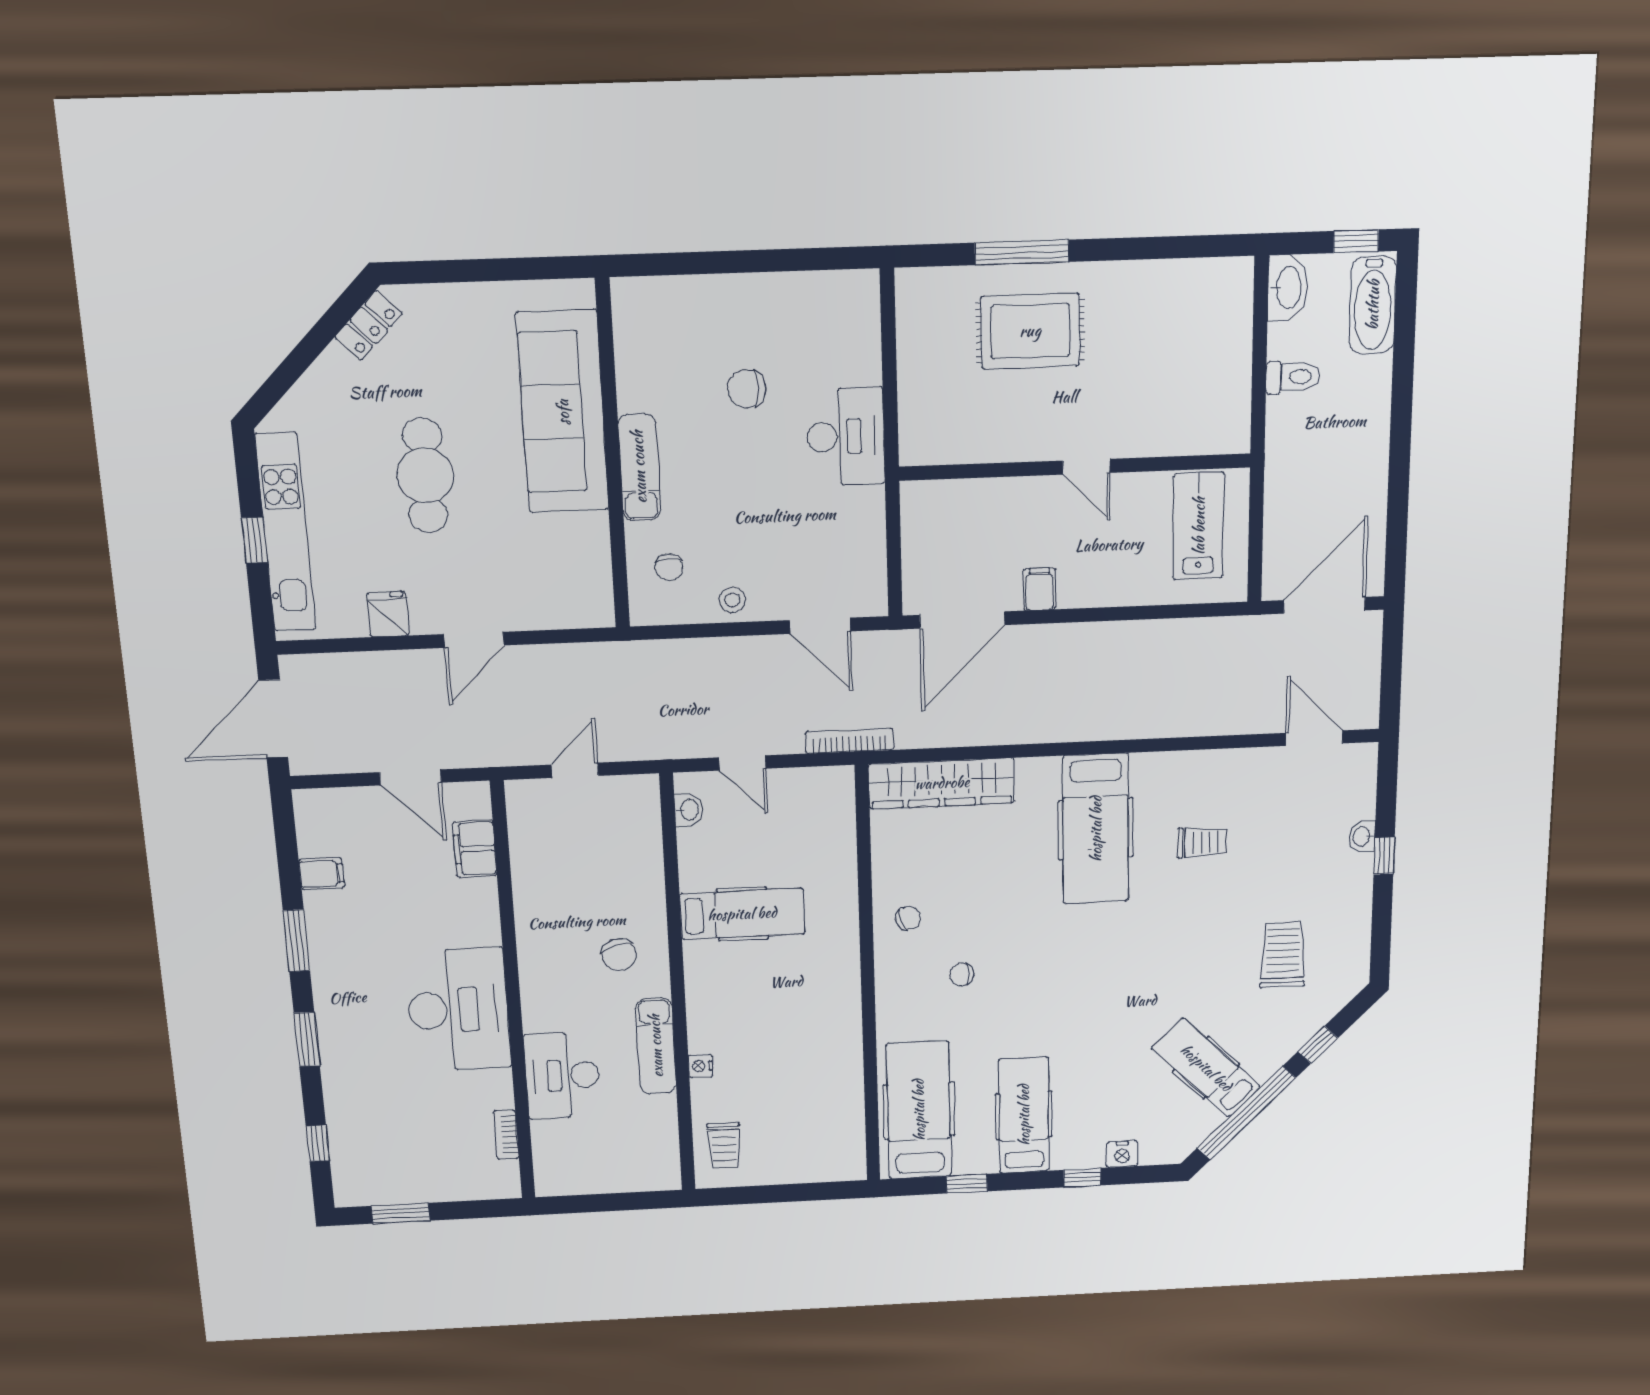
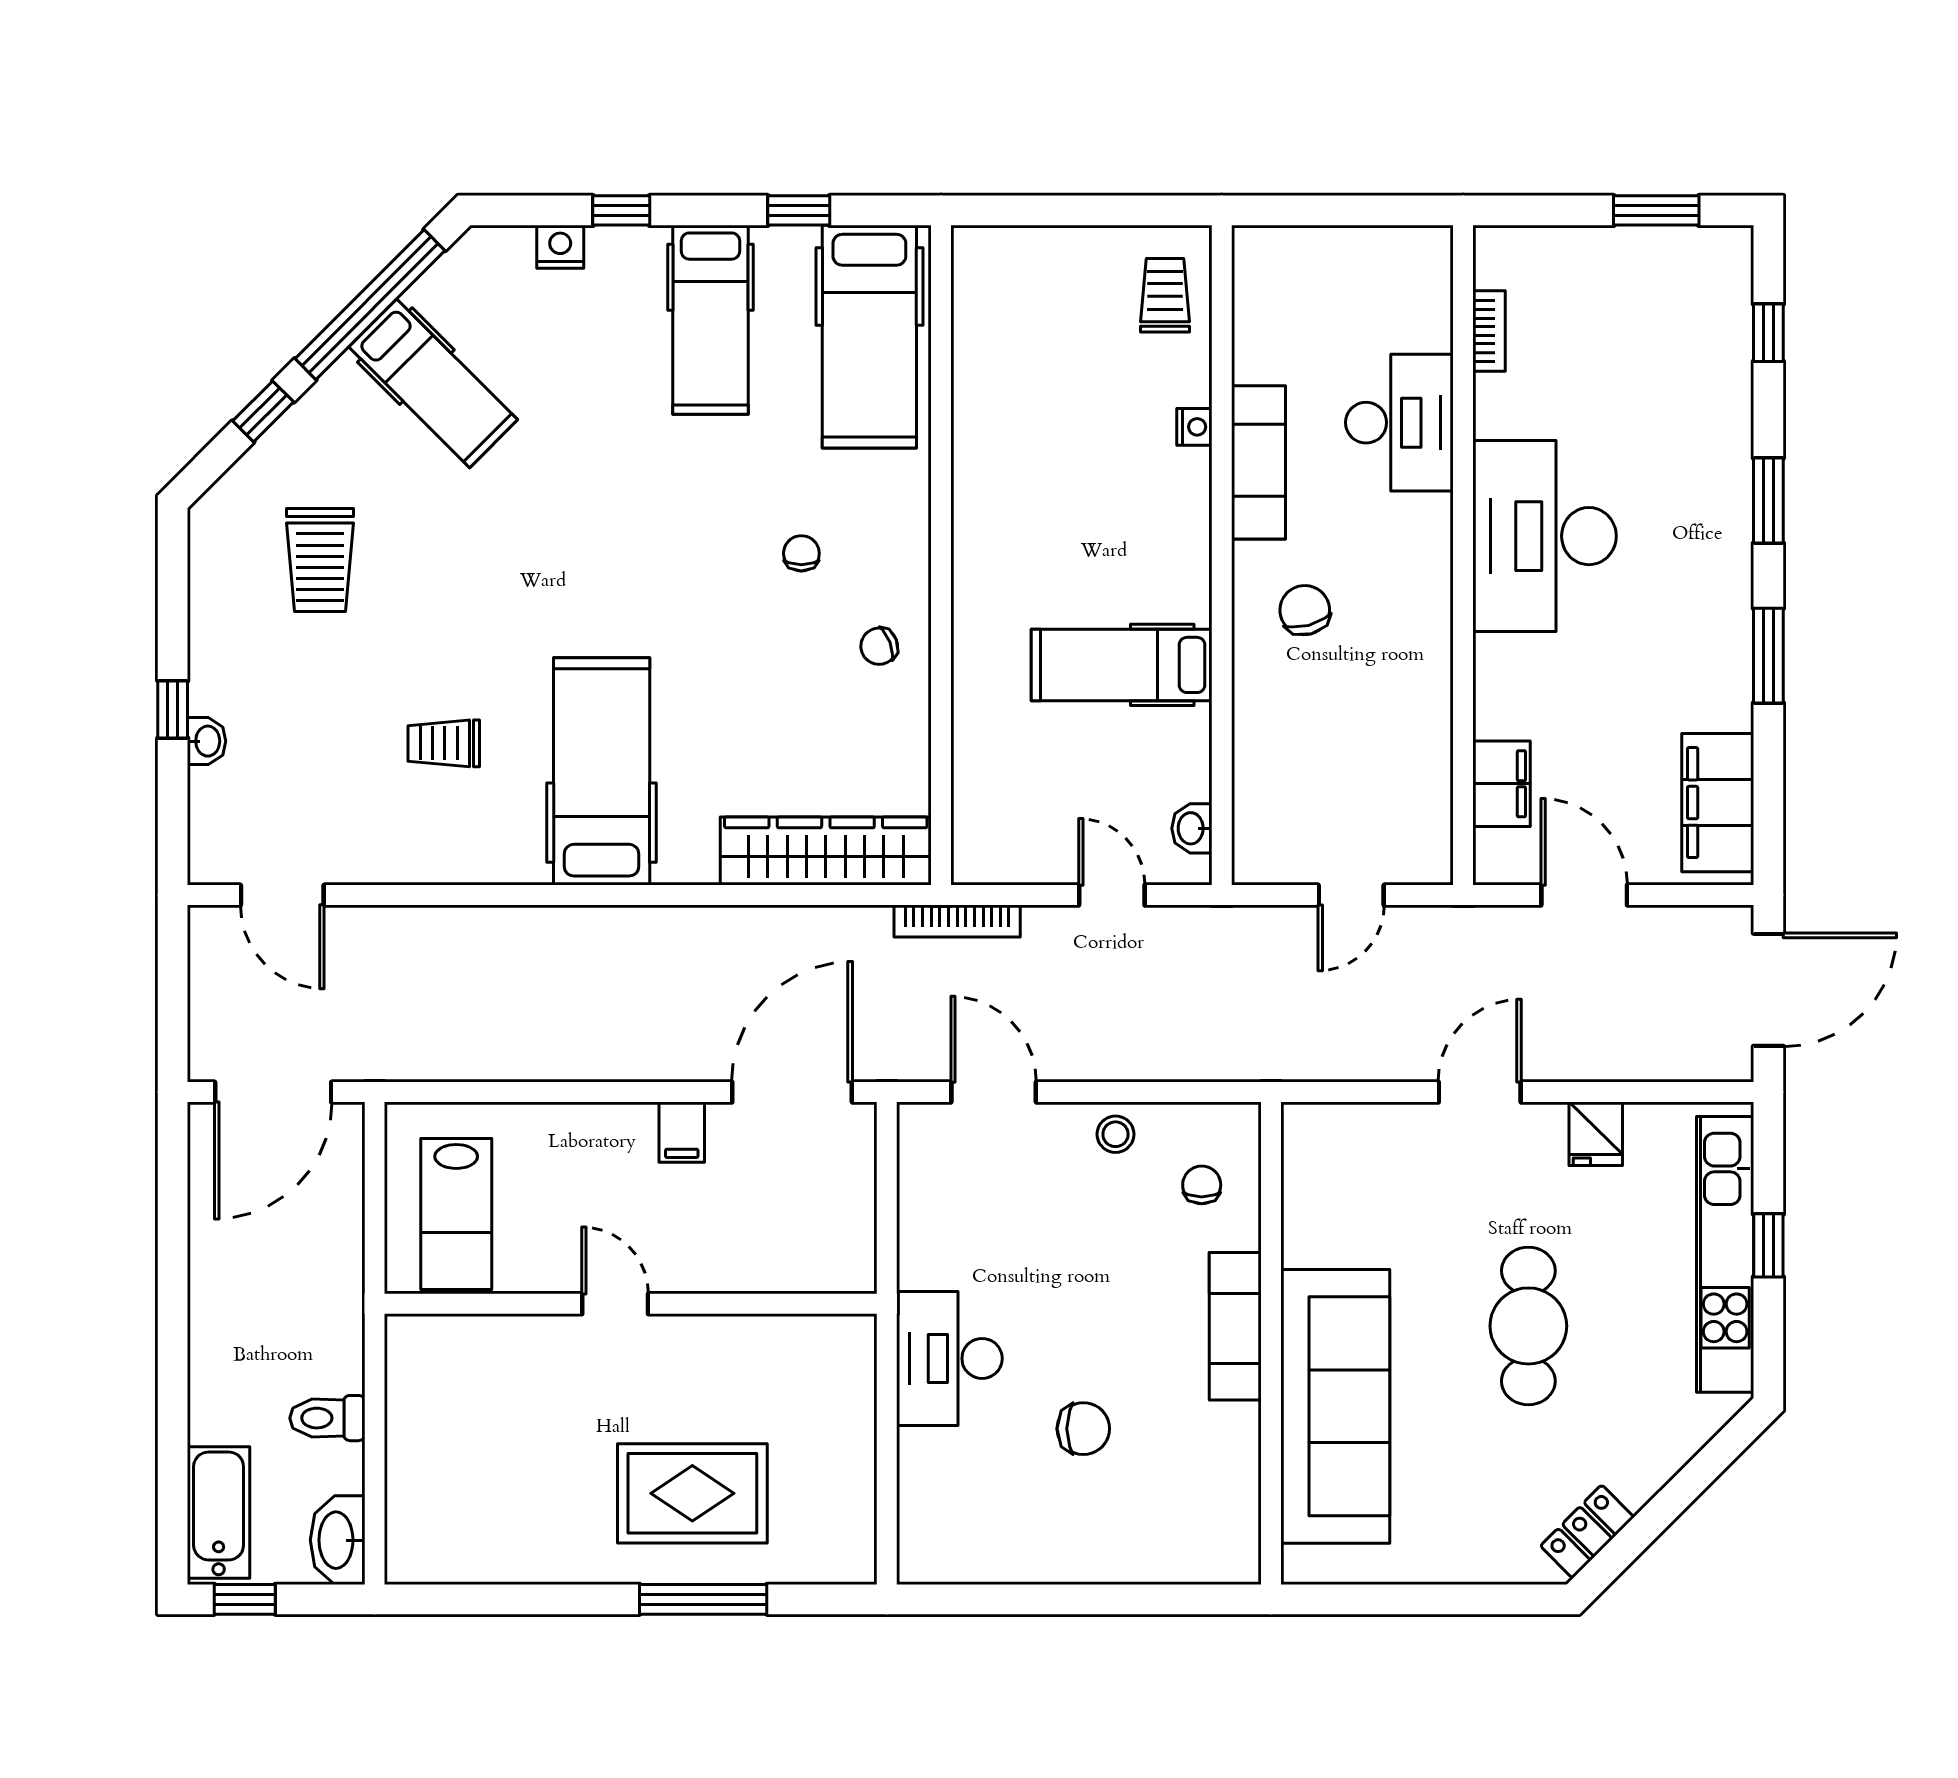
filing cabinet: (322, 874) -> (1718, 803), width x3.00, depth x1.17
chair: (962, 974) -> (801, 553), turned -90

